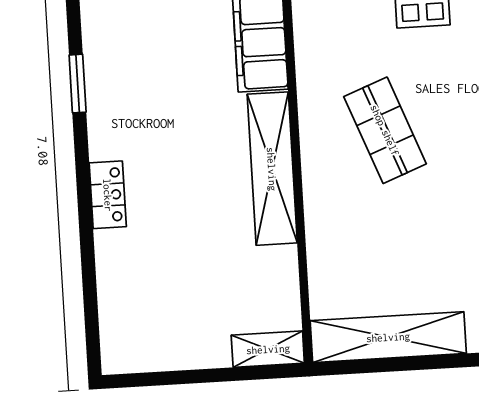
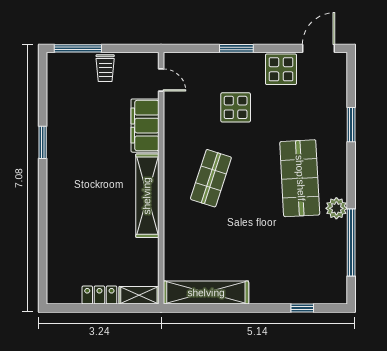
shop shelf: (385, 130) -> (211, 178), turned 39
locker: (108, 195) -> (99, 295), moved, turned -90

